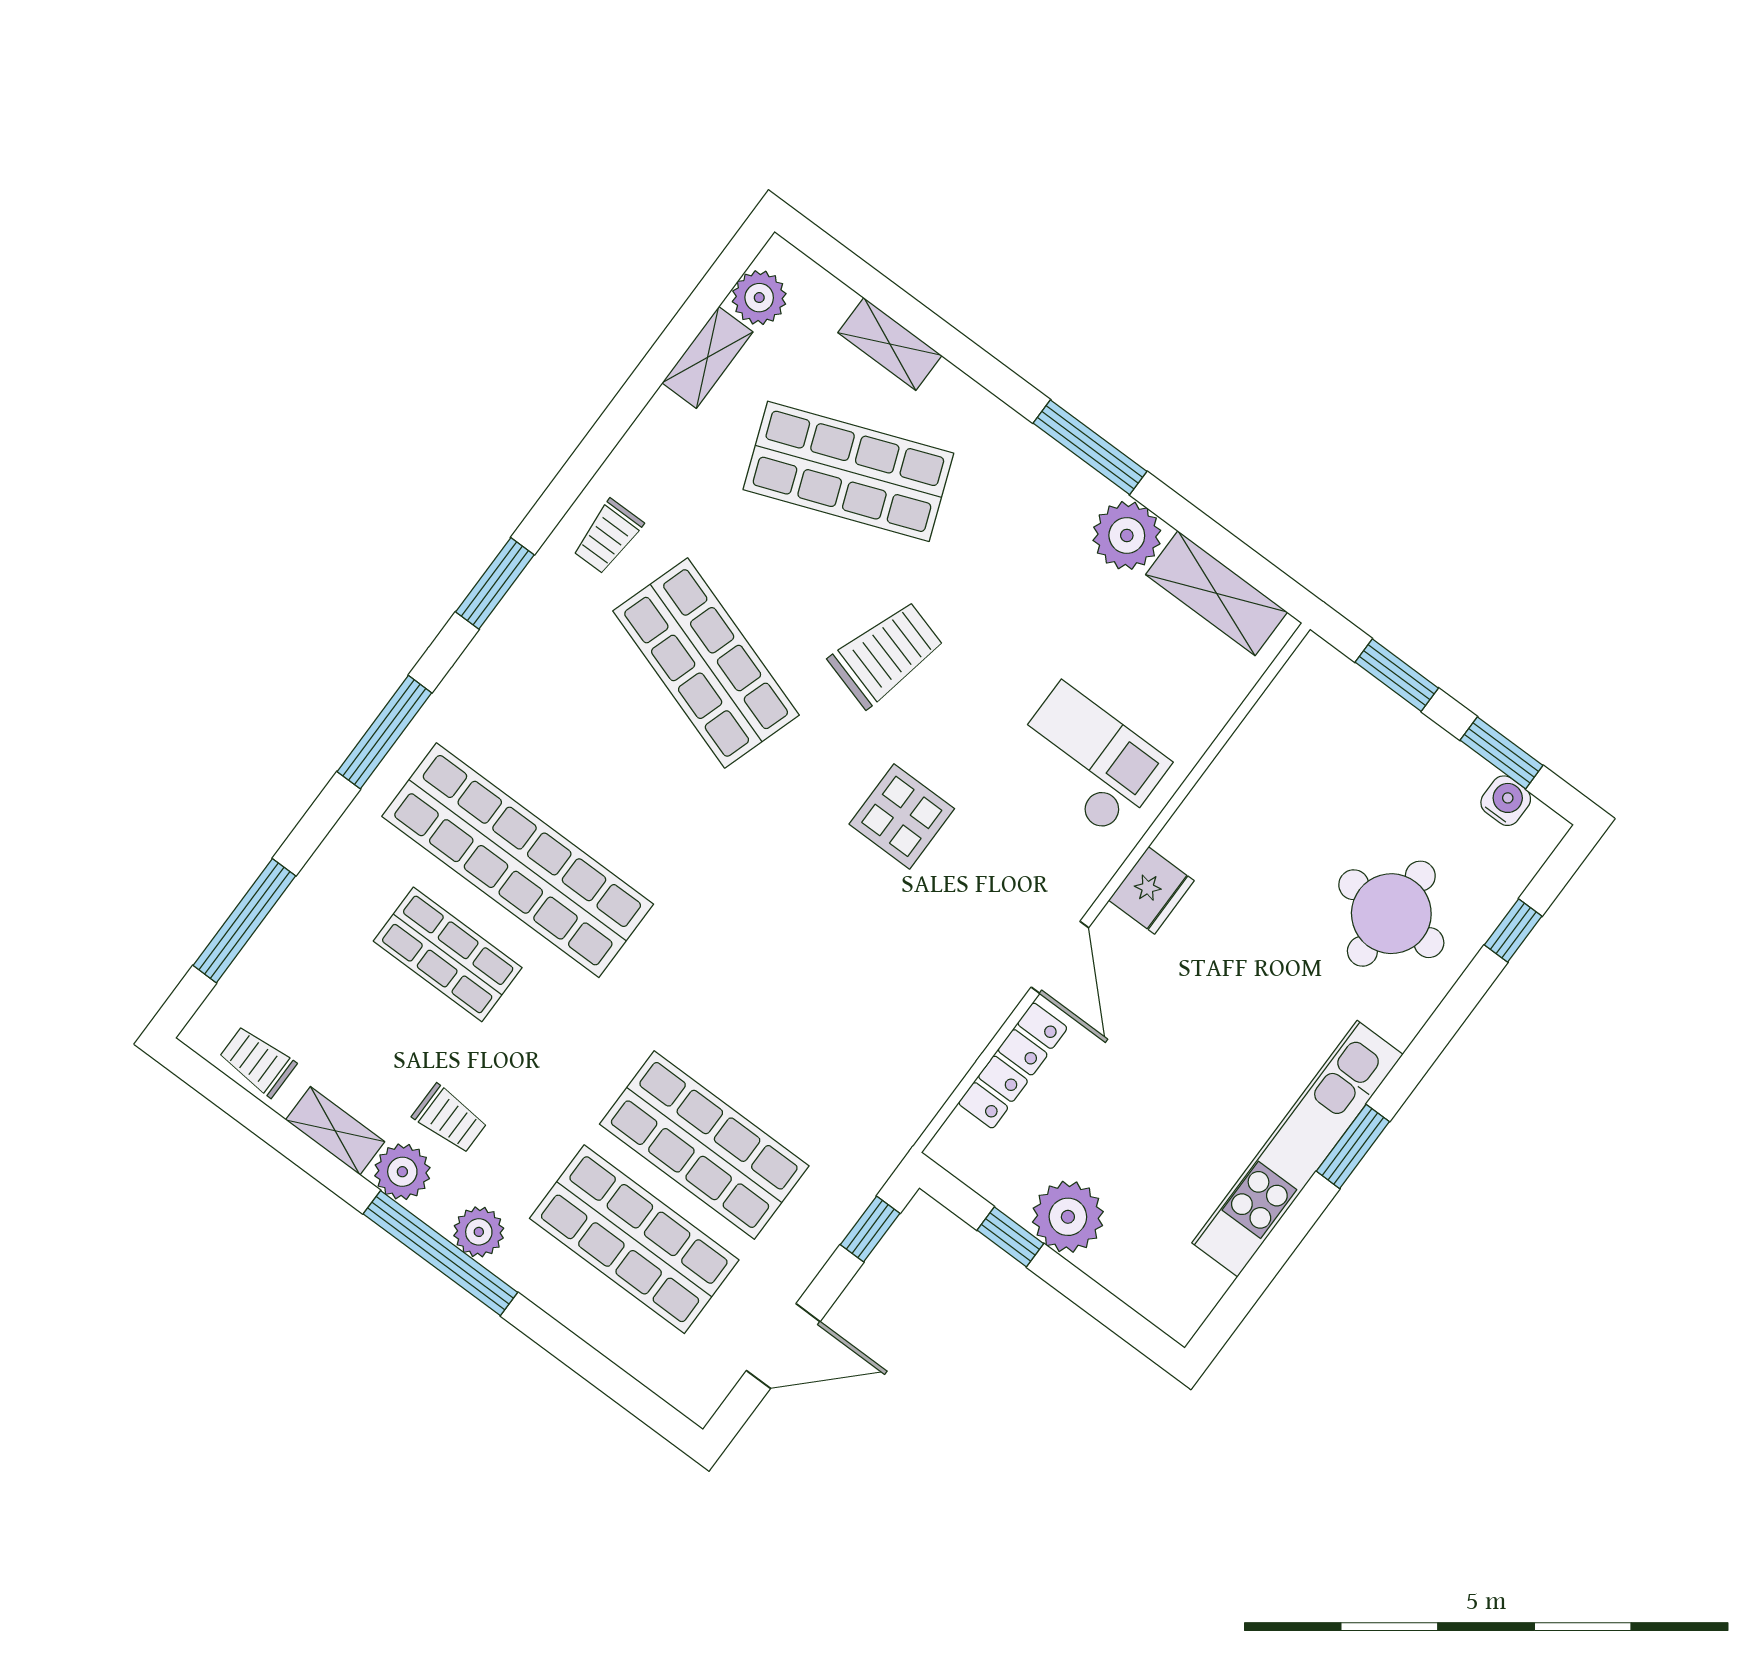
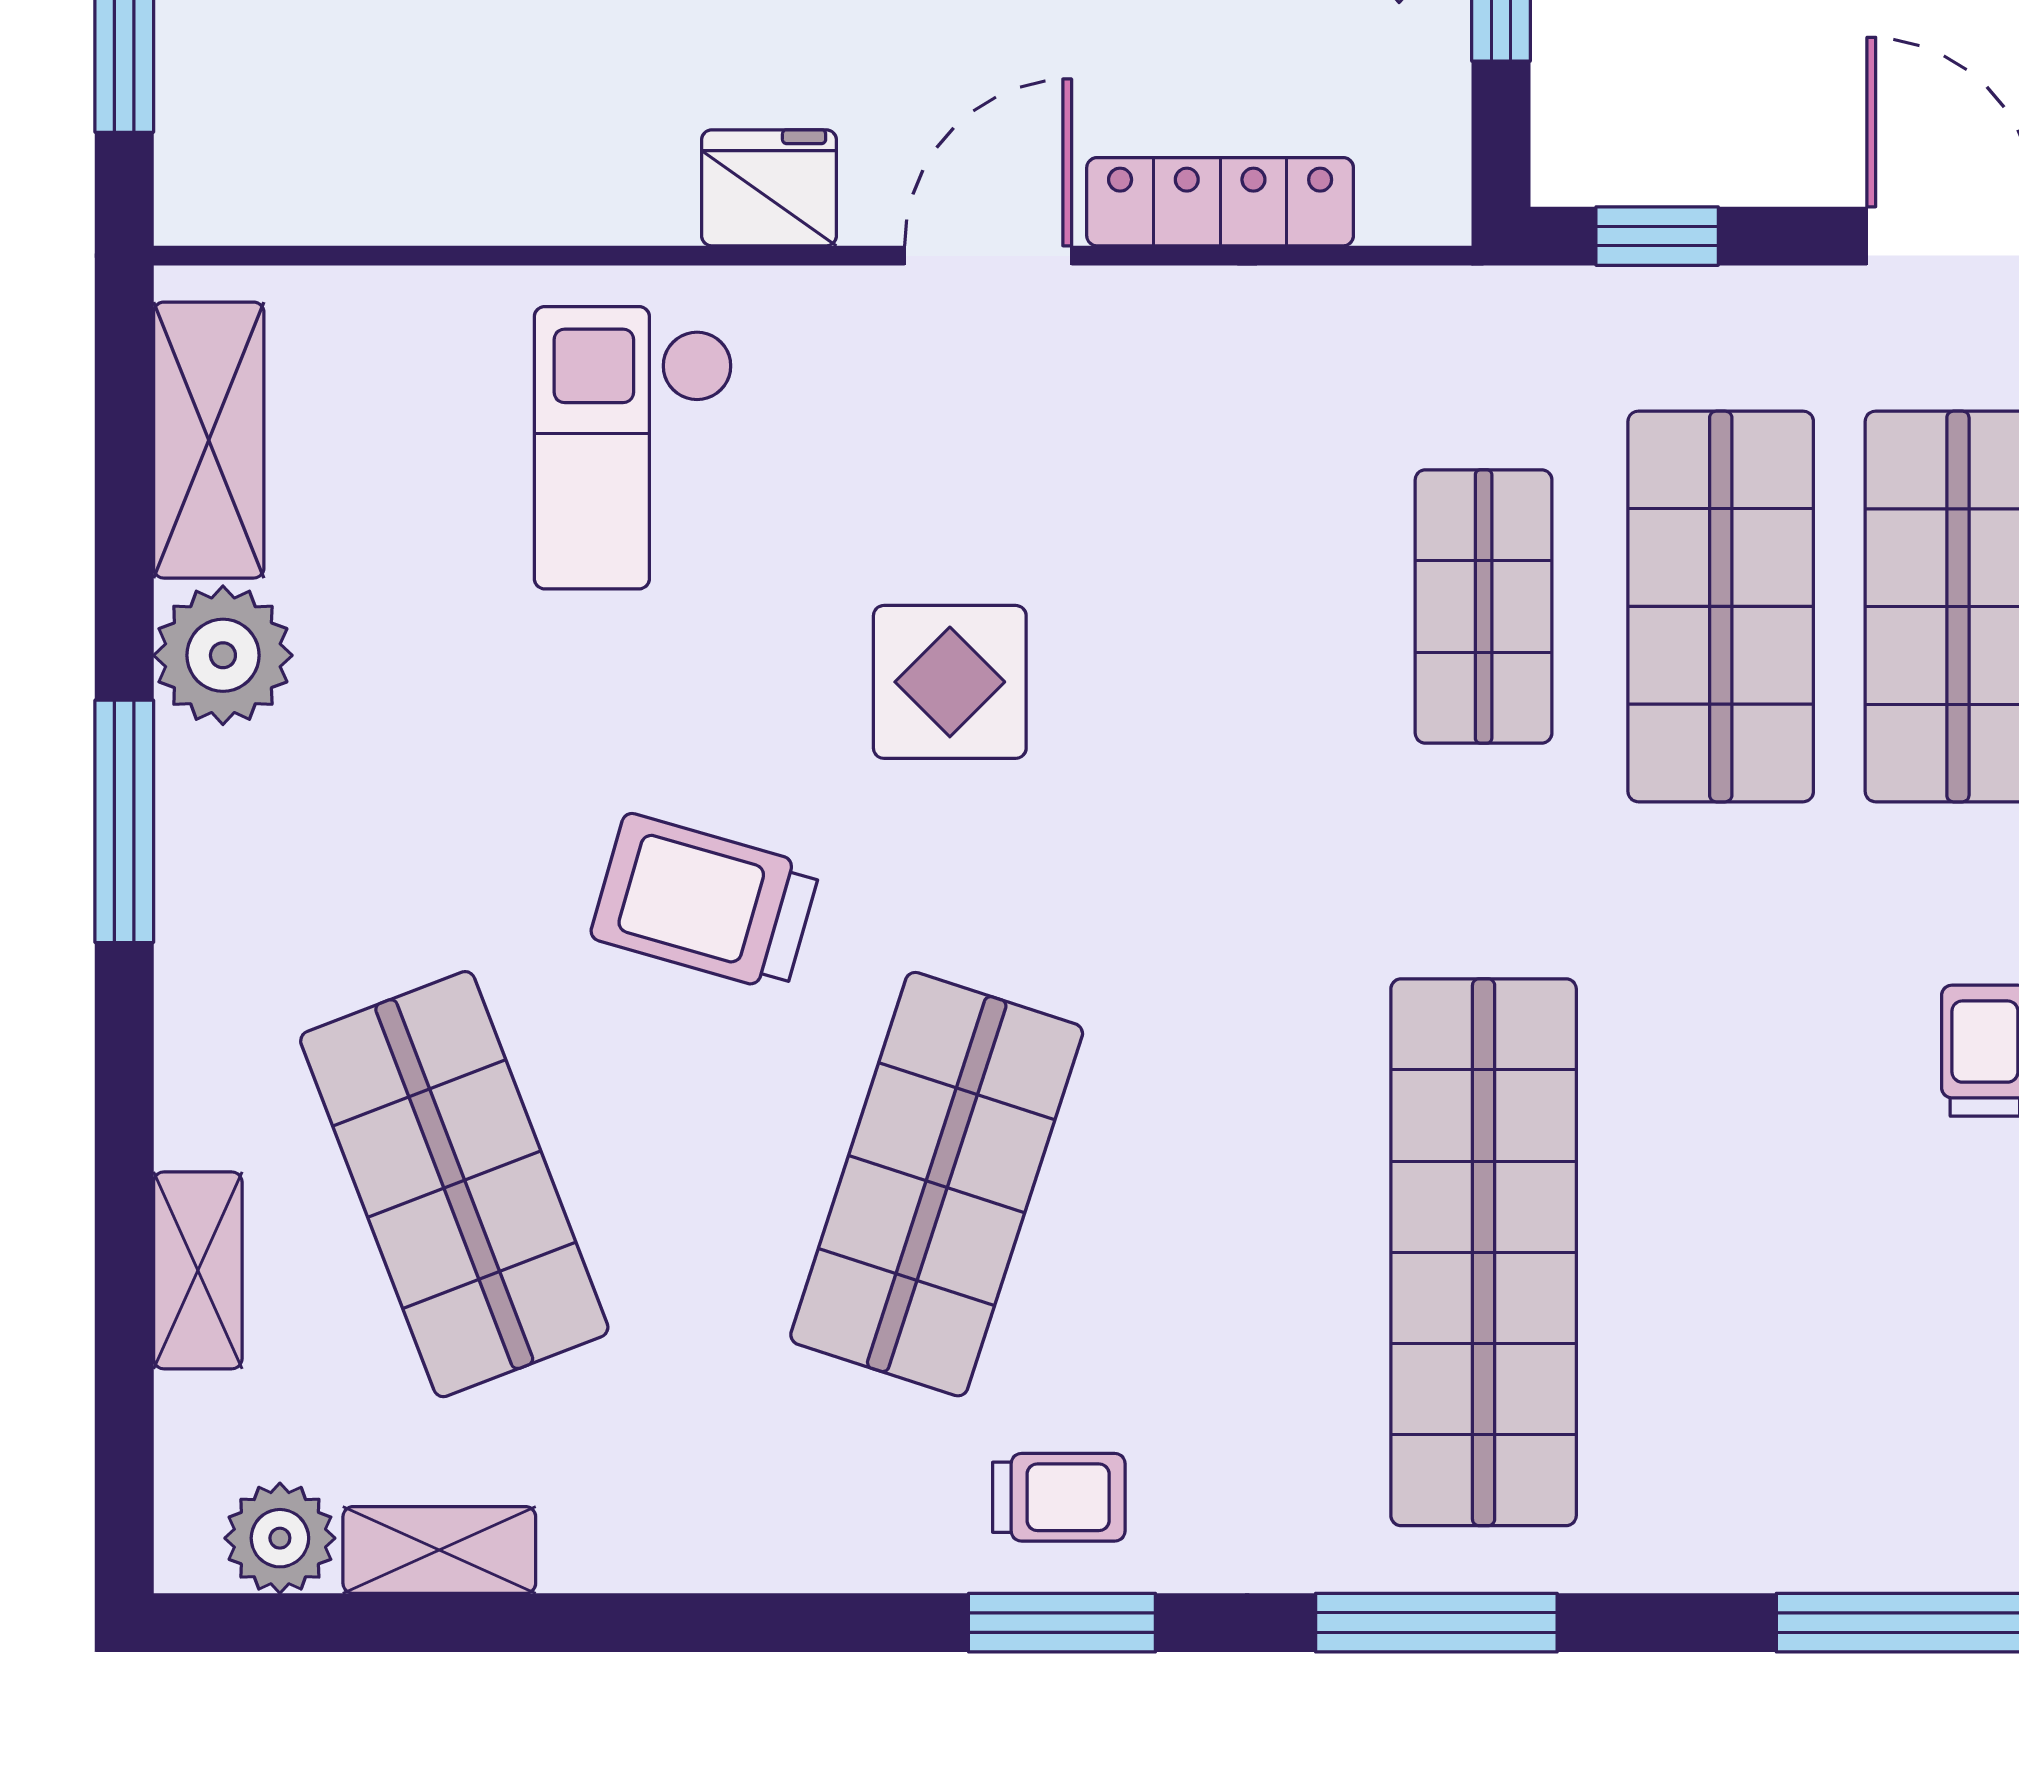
trolley: (608, 537) -> (1059, 1497), moved
shop shelf: (448, 954) -> (1484, 606), moved

